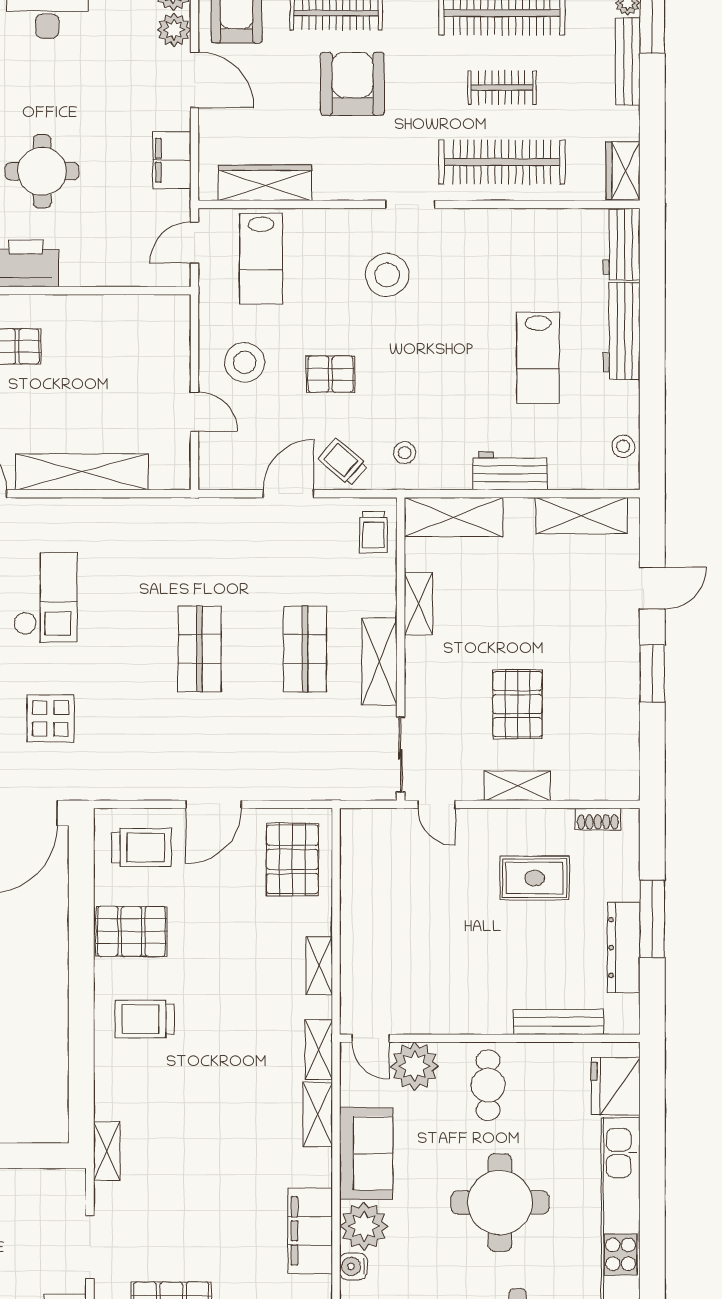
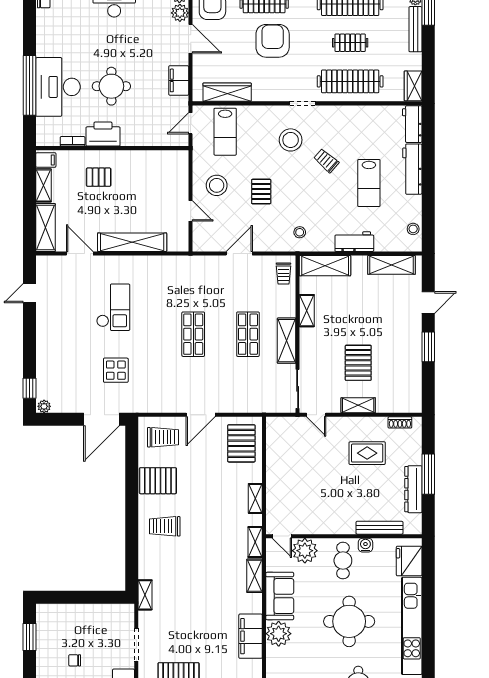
pallet: (331, 374) -> (261, 192), turned 90
trolley: (343, 462) -> (326, 161), moved
water cooler: (353, 1266) -> (365, 545), moved, turned 90

